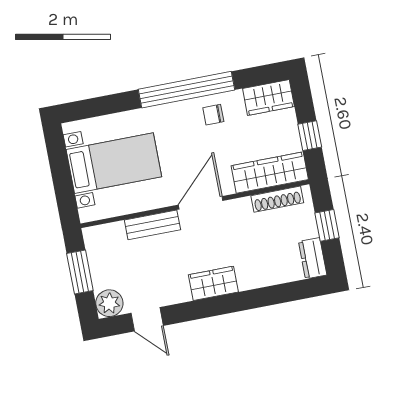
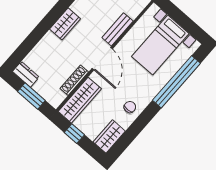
window: (186, 90) -> (177, 82), moved
shoe rack: (277, 199) -> (74, 80), moved
window: (327, 225) -> (31, 96), width x1.50

